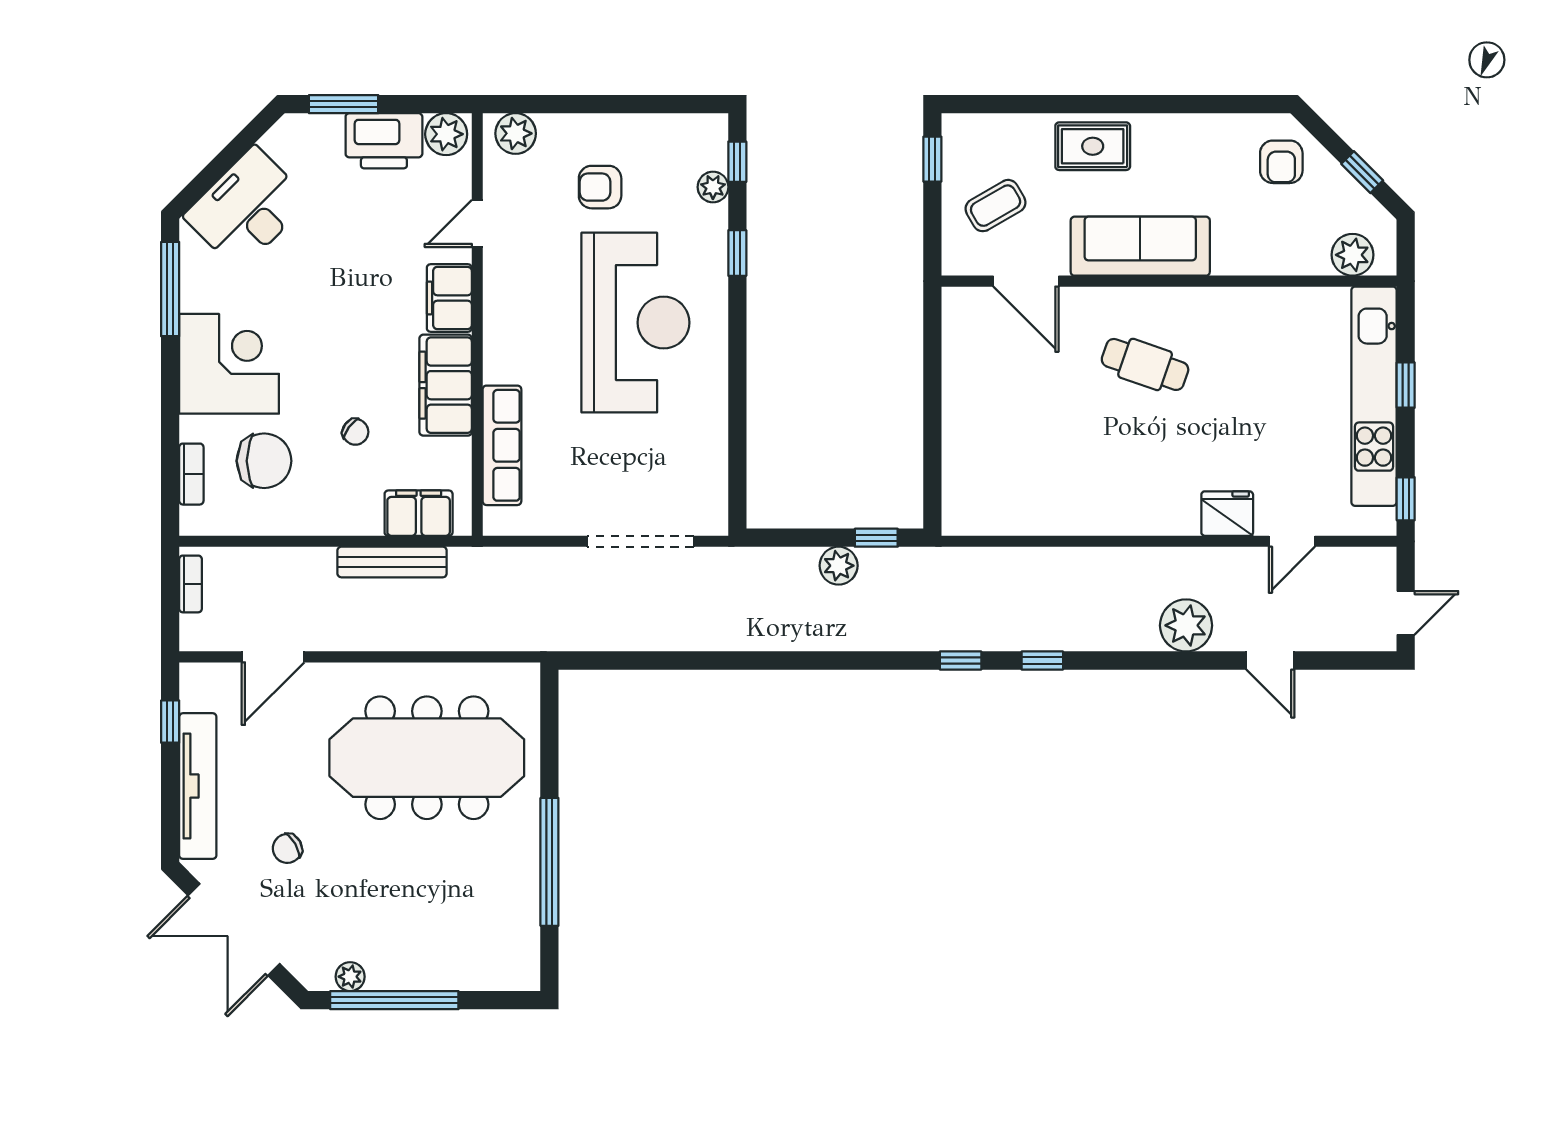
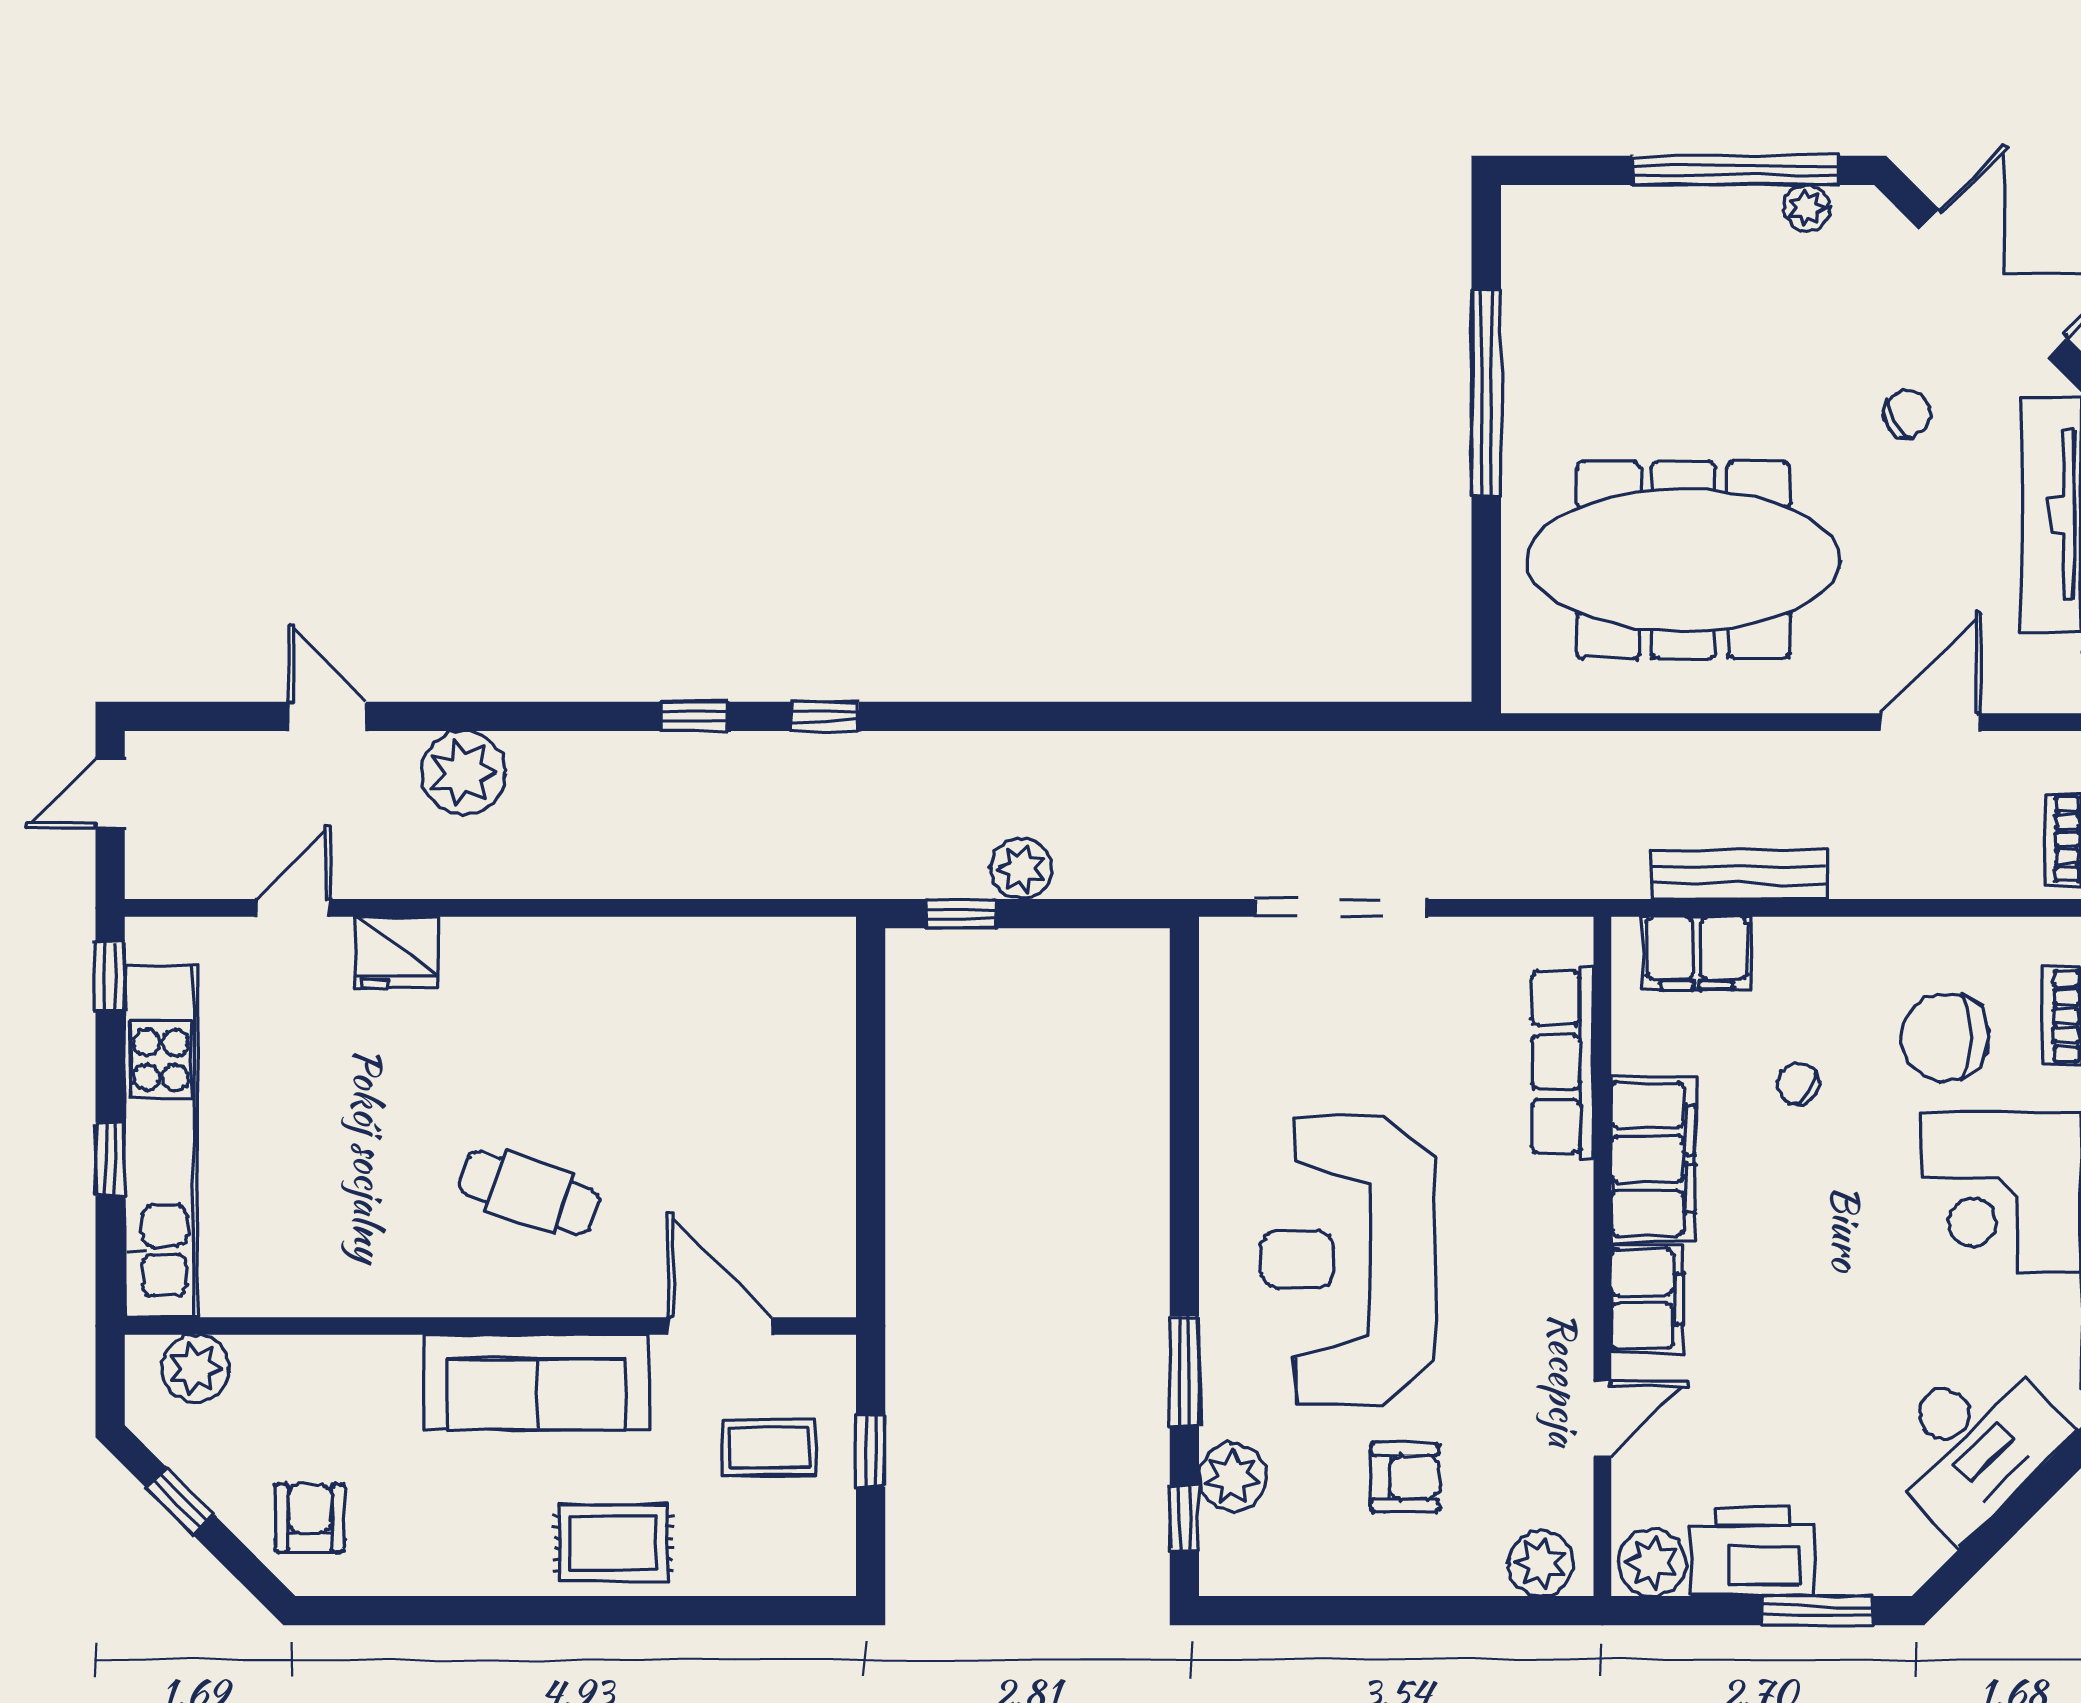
window: (932, 159) -> (871, 1450), moved
plant: (713, 187) -> (1233, 1477), width x1.38, depth x1.38
coffee table: (996, 206) -> (769, 1448), turned 30
window: (737, 253) -> (1184, 1371), width x1.50

